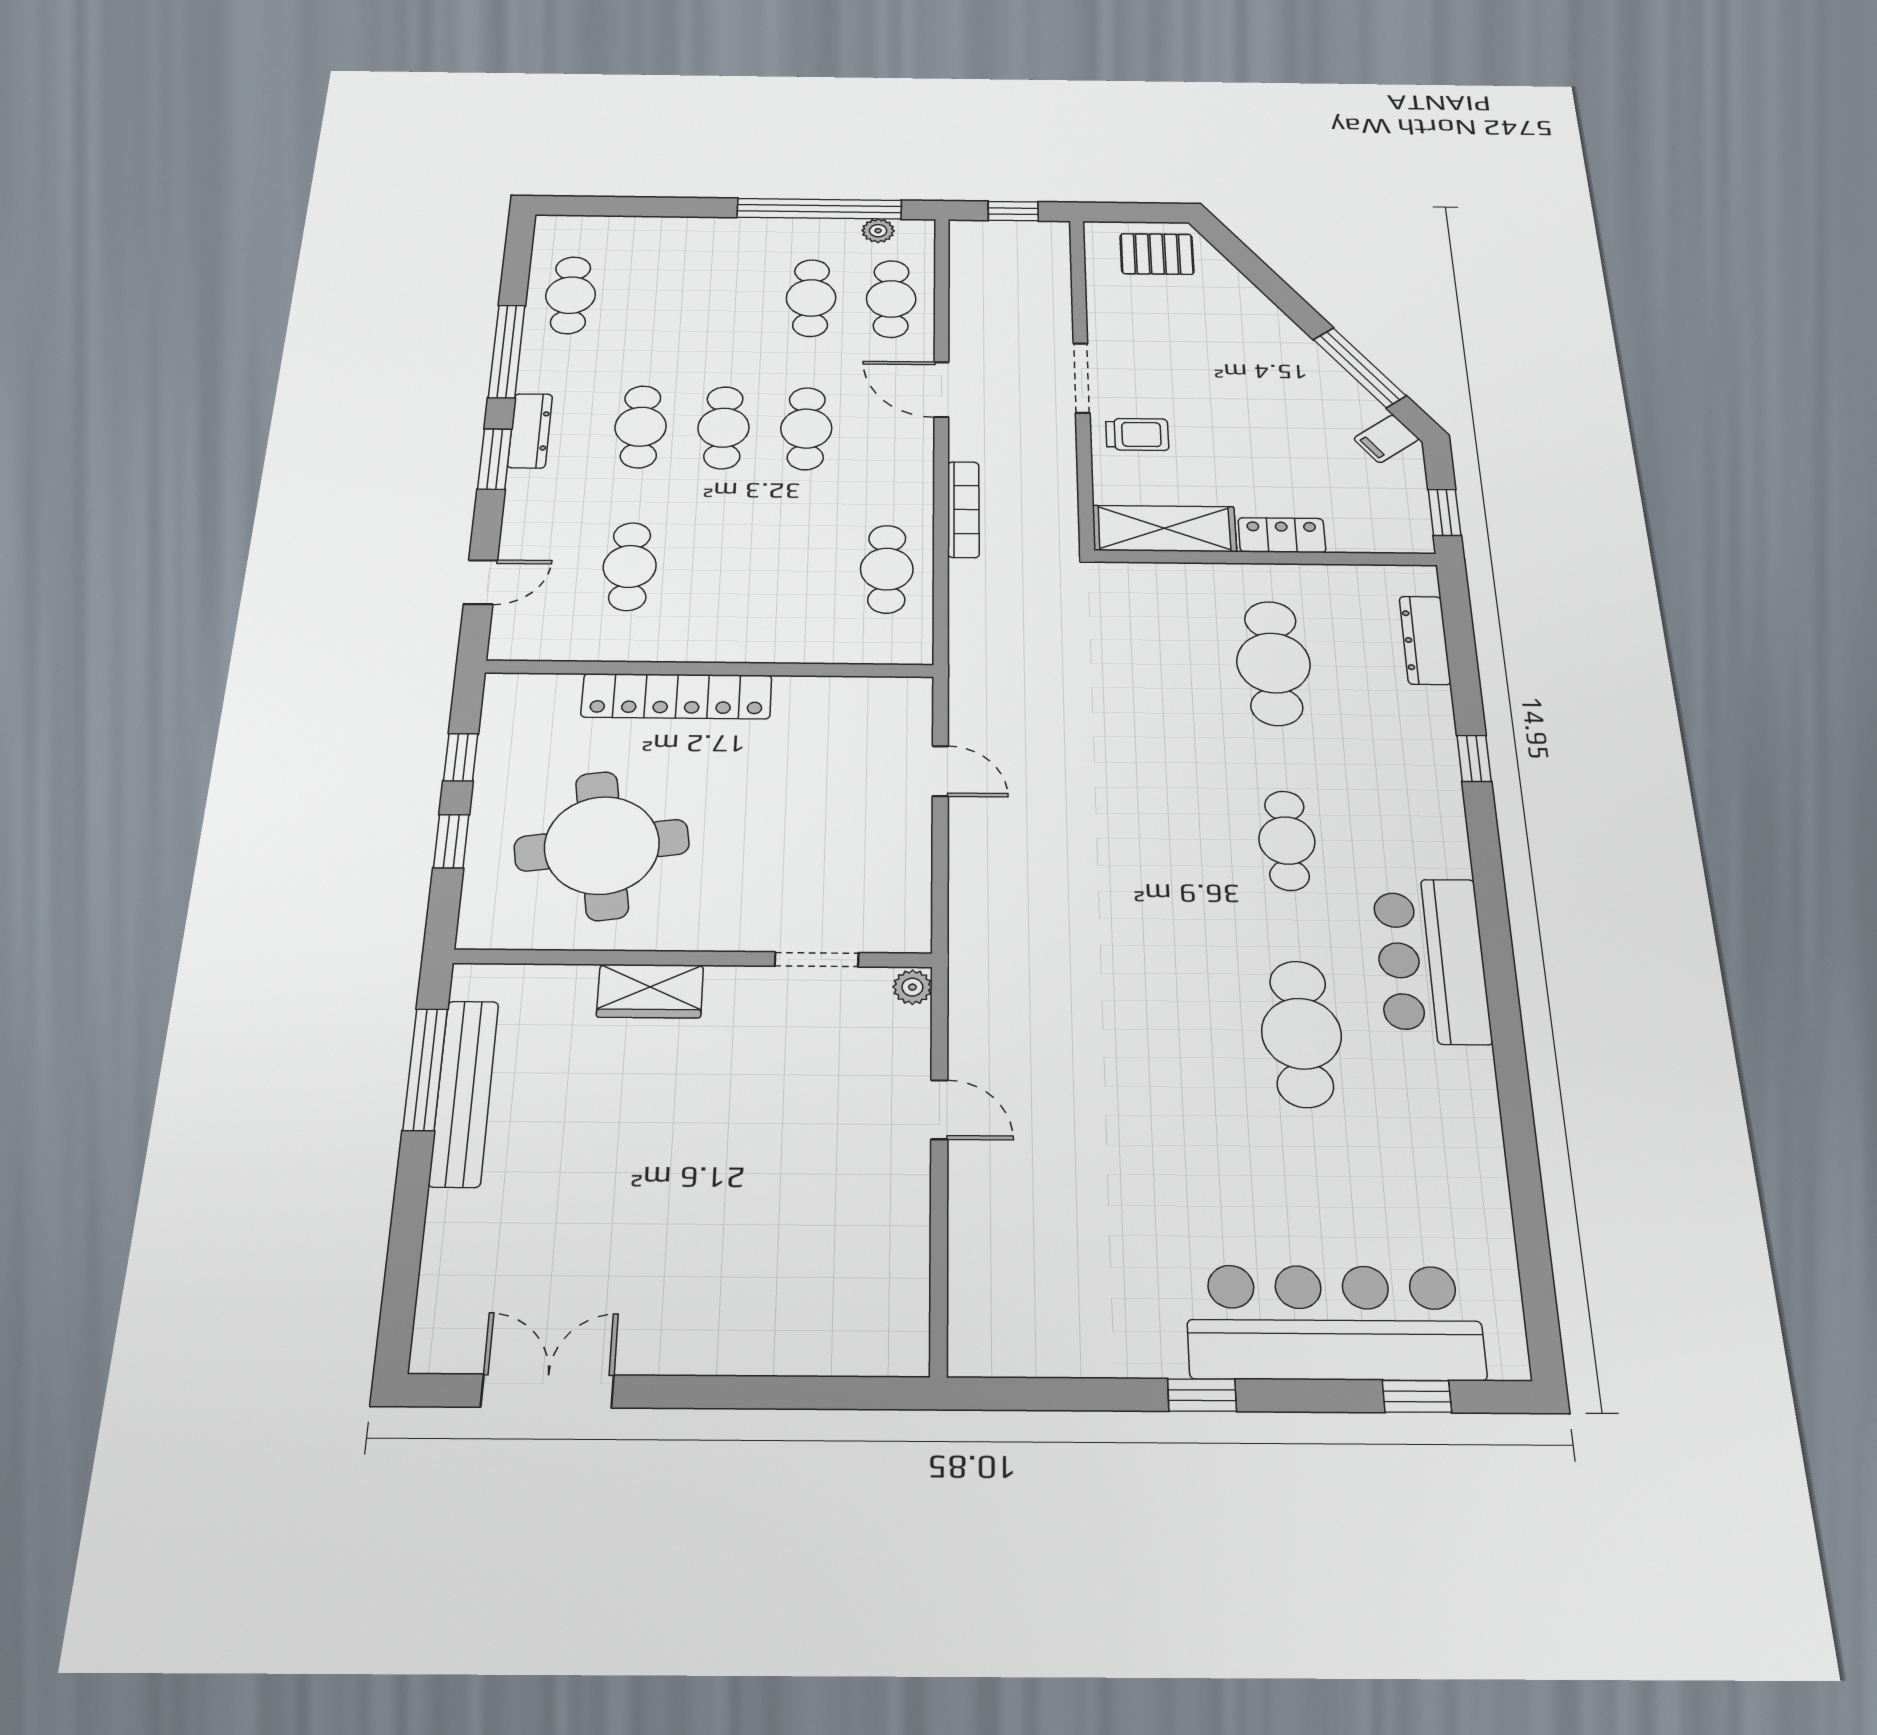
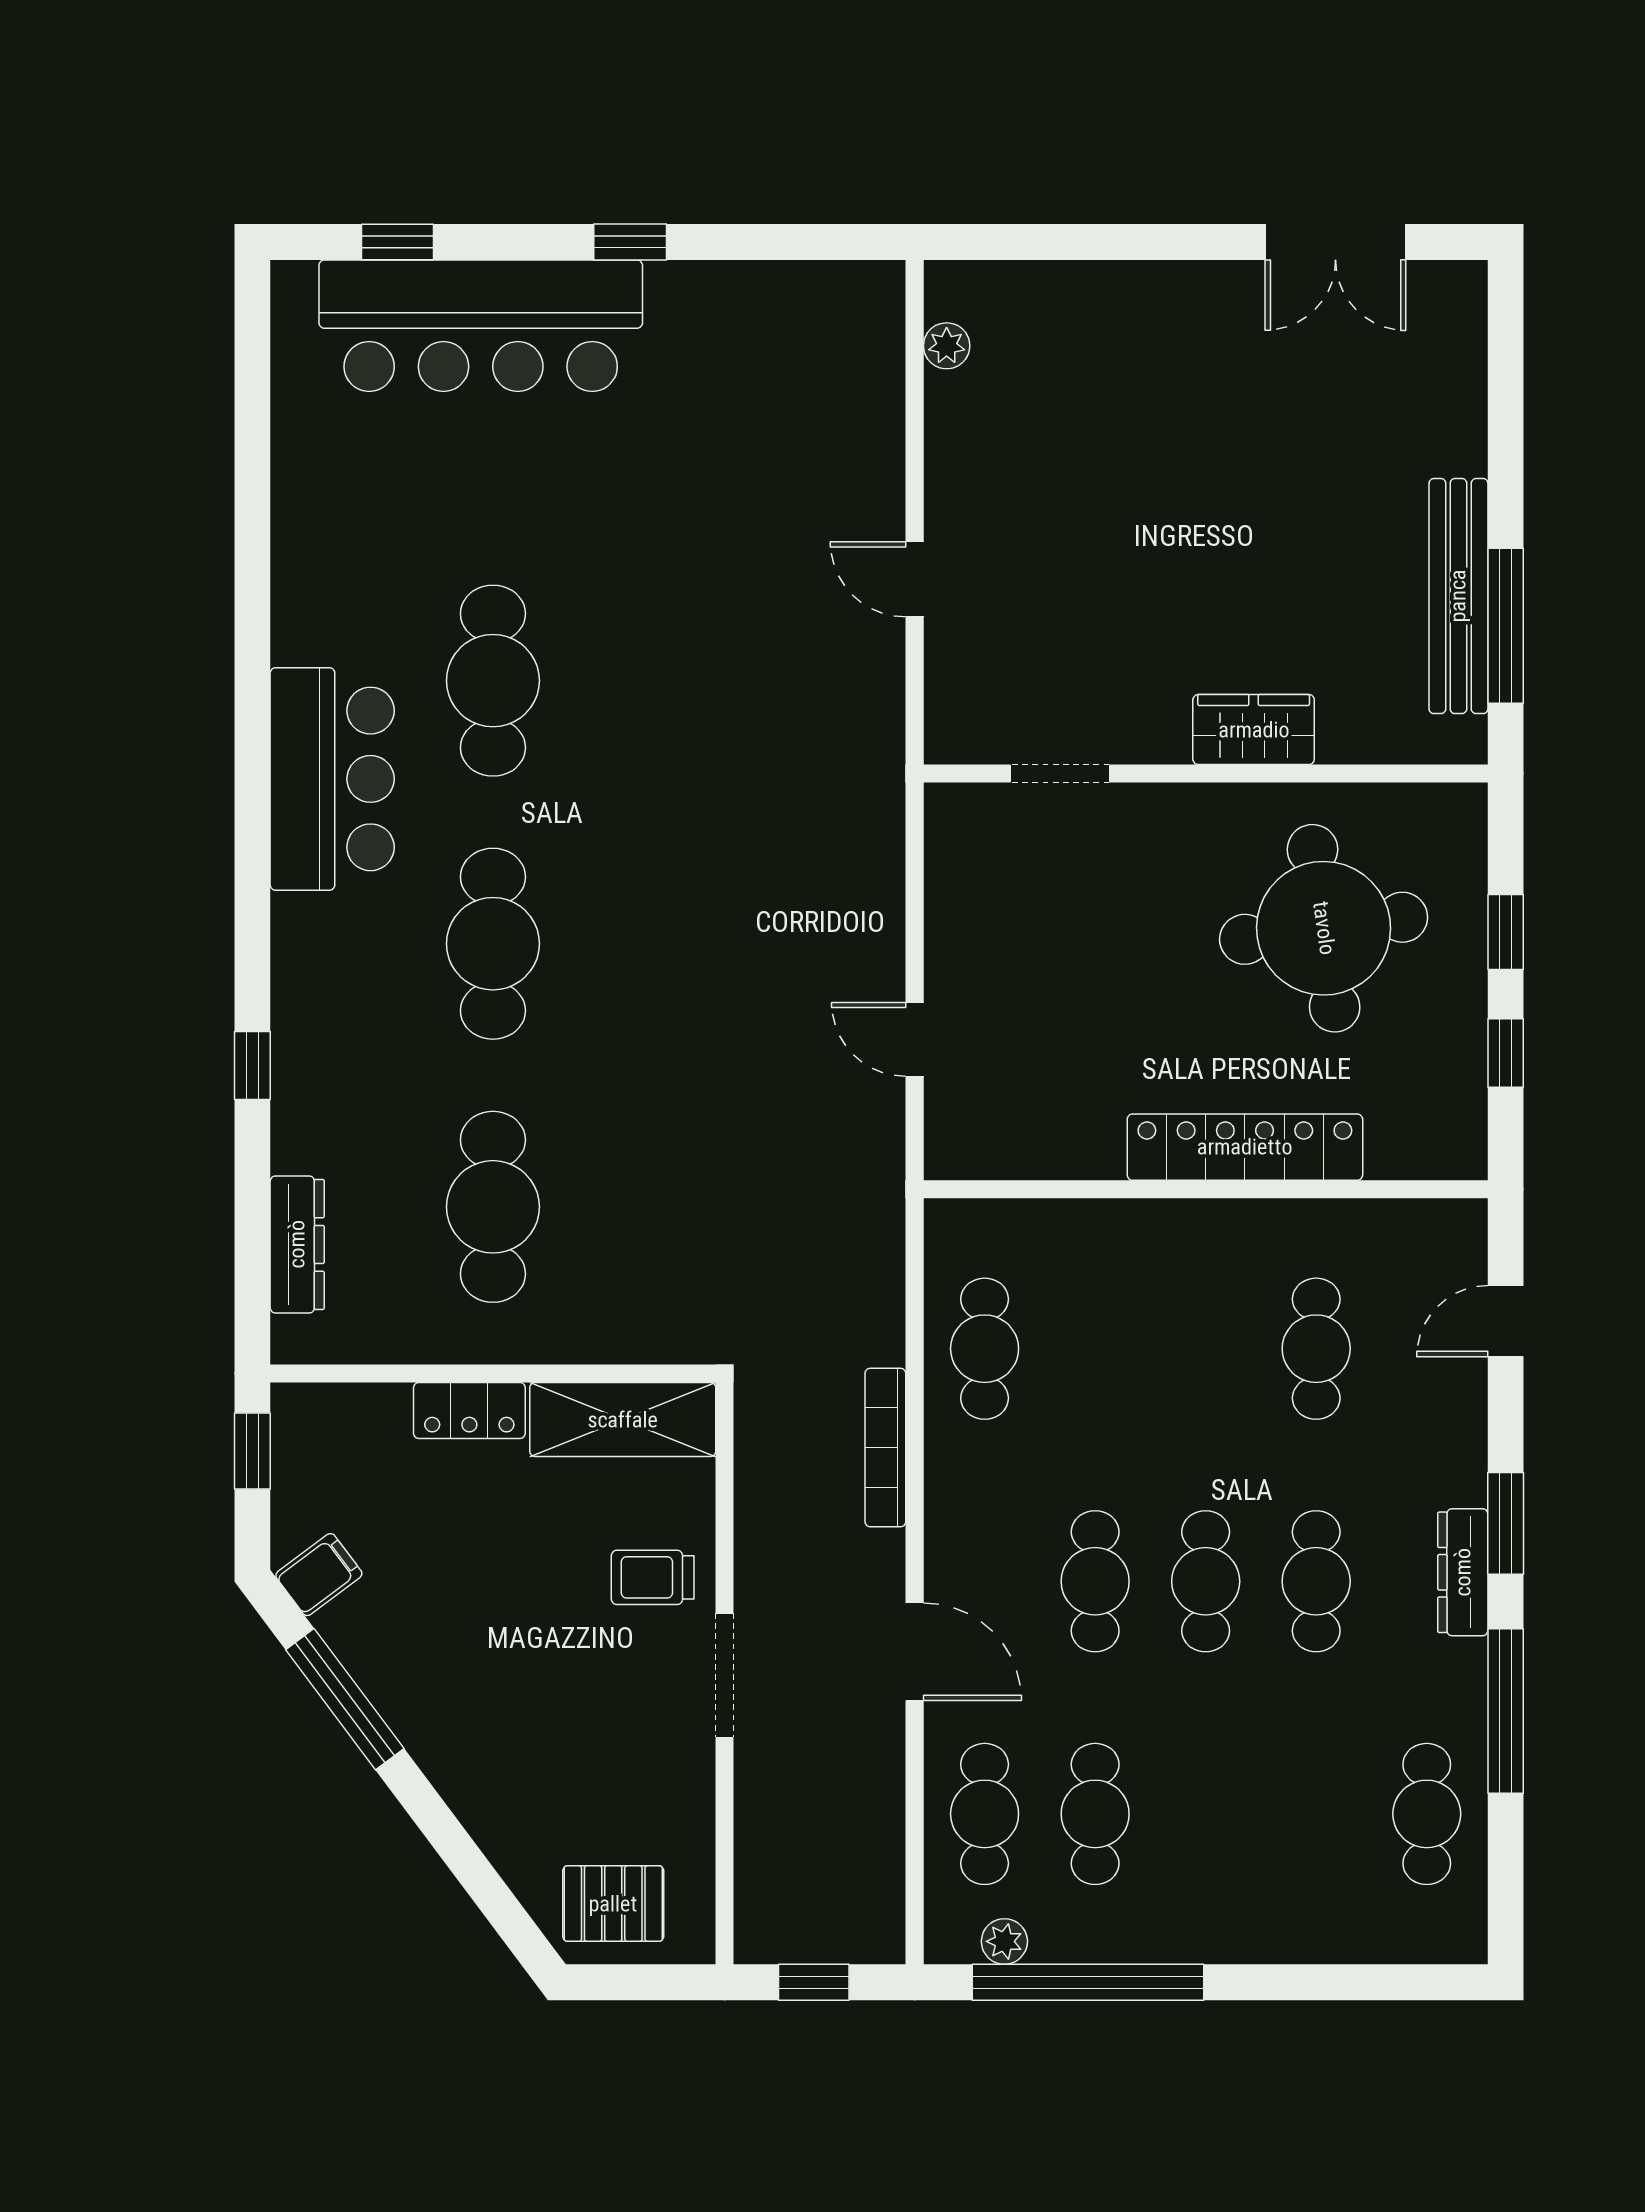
cafe table: (1287, 840) -> (493, 944), width x1.37, depth x1.35
plant: (912, 987) -> (947, 346), moved

